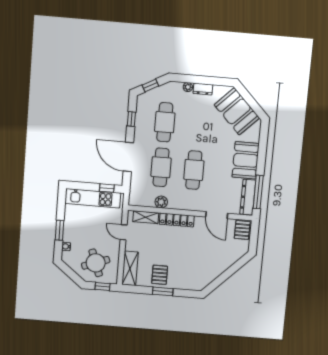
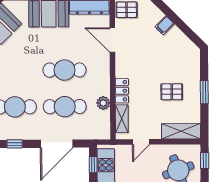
door: (217, 215) -> (112, 40), swing flipped
locker: (177, 220) -> (122, 91), width x0.66
filing cabinet: (225, 262) -> (165, 25), added
pallet: (160, 275) -> (172, 92), moved

